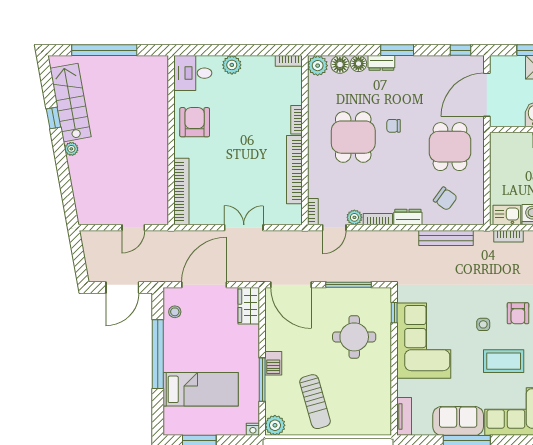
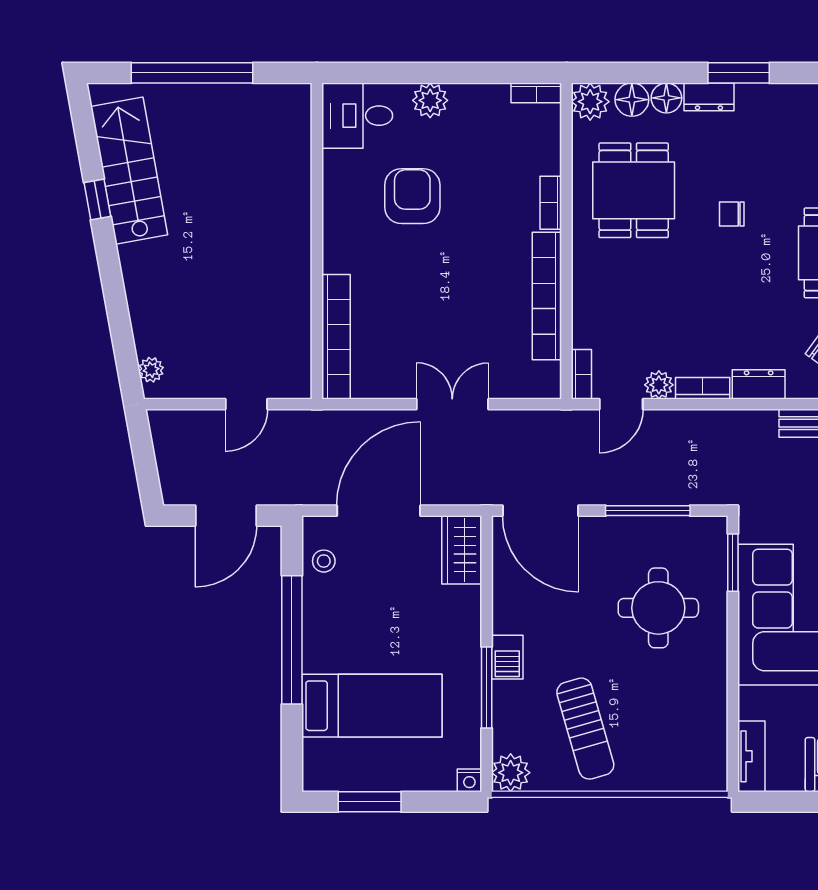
armchair: (195, 122) -> (412, 196), moved
dining table: (353, 137) -> (634, 190), moved
plant: (71, 149) -> (151, 370), moved
window: (394, 313) -> (733, 563), width x1.50

